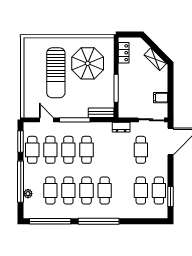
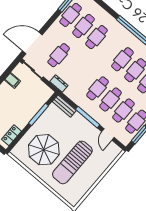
sun lounger: (56, 73) -> (72, 162), turned 180
cafe table: (105, 191) -> (97, 37), moved

